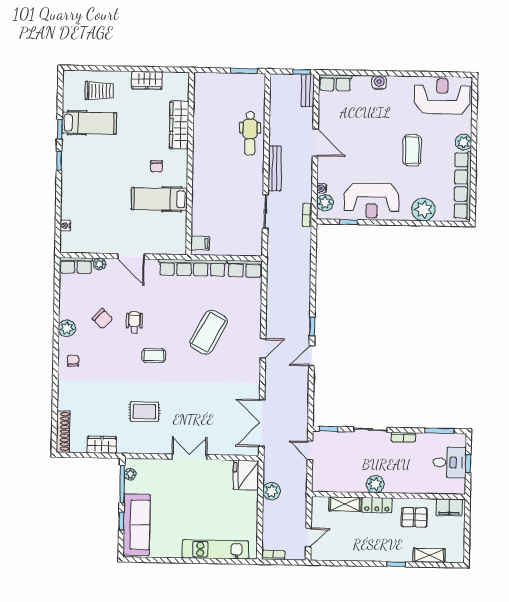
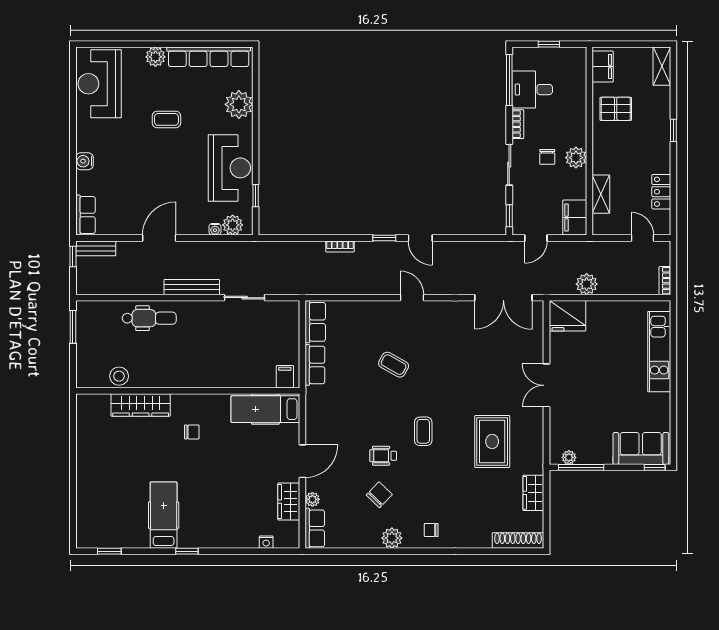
wardrobe: (147, 80) -> (289, 502), moved, turned 180
trolley: (99, 91) -> (100, 504), removed
stool: (203, 108) -> (119, 376), added
hospital bed: (89, 123) -> (164, 515), moved
window: (60, 129) -> (109, 551), moved
coffee table: (412, 150) -> (166, 119), width x0.73, depth x0.77
hospital bed: (159, 199) -> (265, 409), moved, turned 90
bookcase: (307, 215) -> (340, 246), moved
row of seats: (192, 268) -> (315, 365), width x0.50
coffee table: (209, 332) -> (394, 365), width x0.54, depth x0.58
rug: (144, 412) -> (492, 441), width x1.36, depth x1.43
window: (439, 431) -> (509, 80), width x1.44
chair: (376, 461) -> (547, 157), added
desk: (450, 462) -> (532, 90), moved, turned -90
filing cabinet: (326, 482) -> (575, 217), added
locker: (377, 505) -> (661, 192), moved, turned 180
pallet: (414, 517) -> (616, 109), turned 90
window: (121, 521) -> (655, 467), moved
sofa: (137, 525) -> (641, 448), width x0.73
shelving: (429, 555) -> (662, 66), moved

